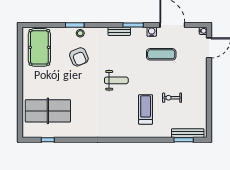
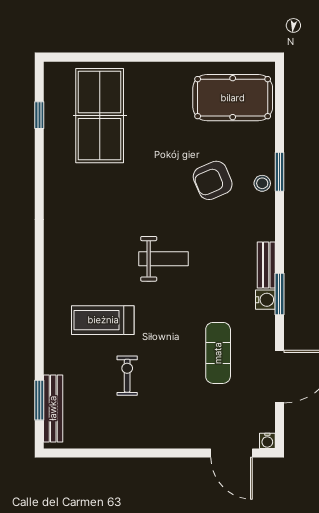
water cooler: (152, 32) -> (265, 300), moved
weight bench: (116, 80) -> (164, 259), turned -90
treadmill: (146, 109) -> (103, 320), turned 180

